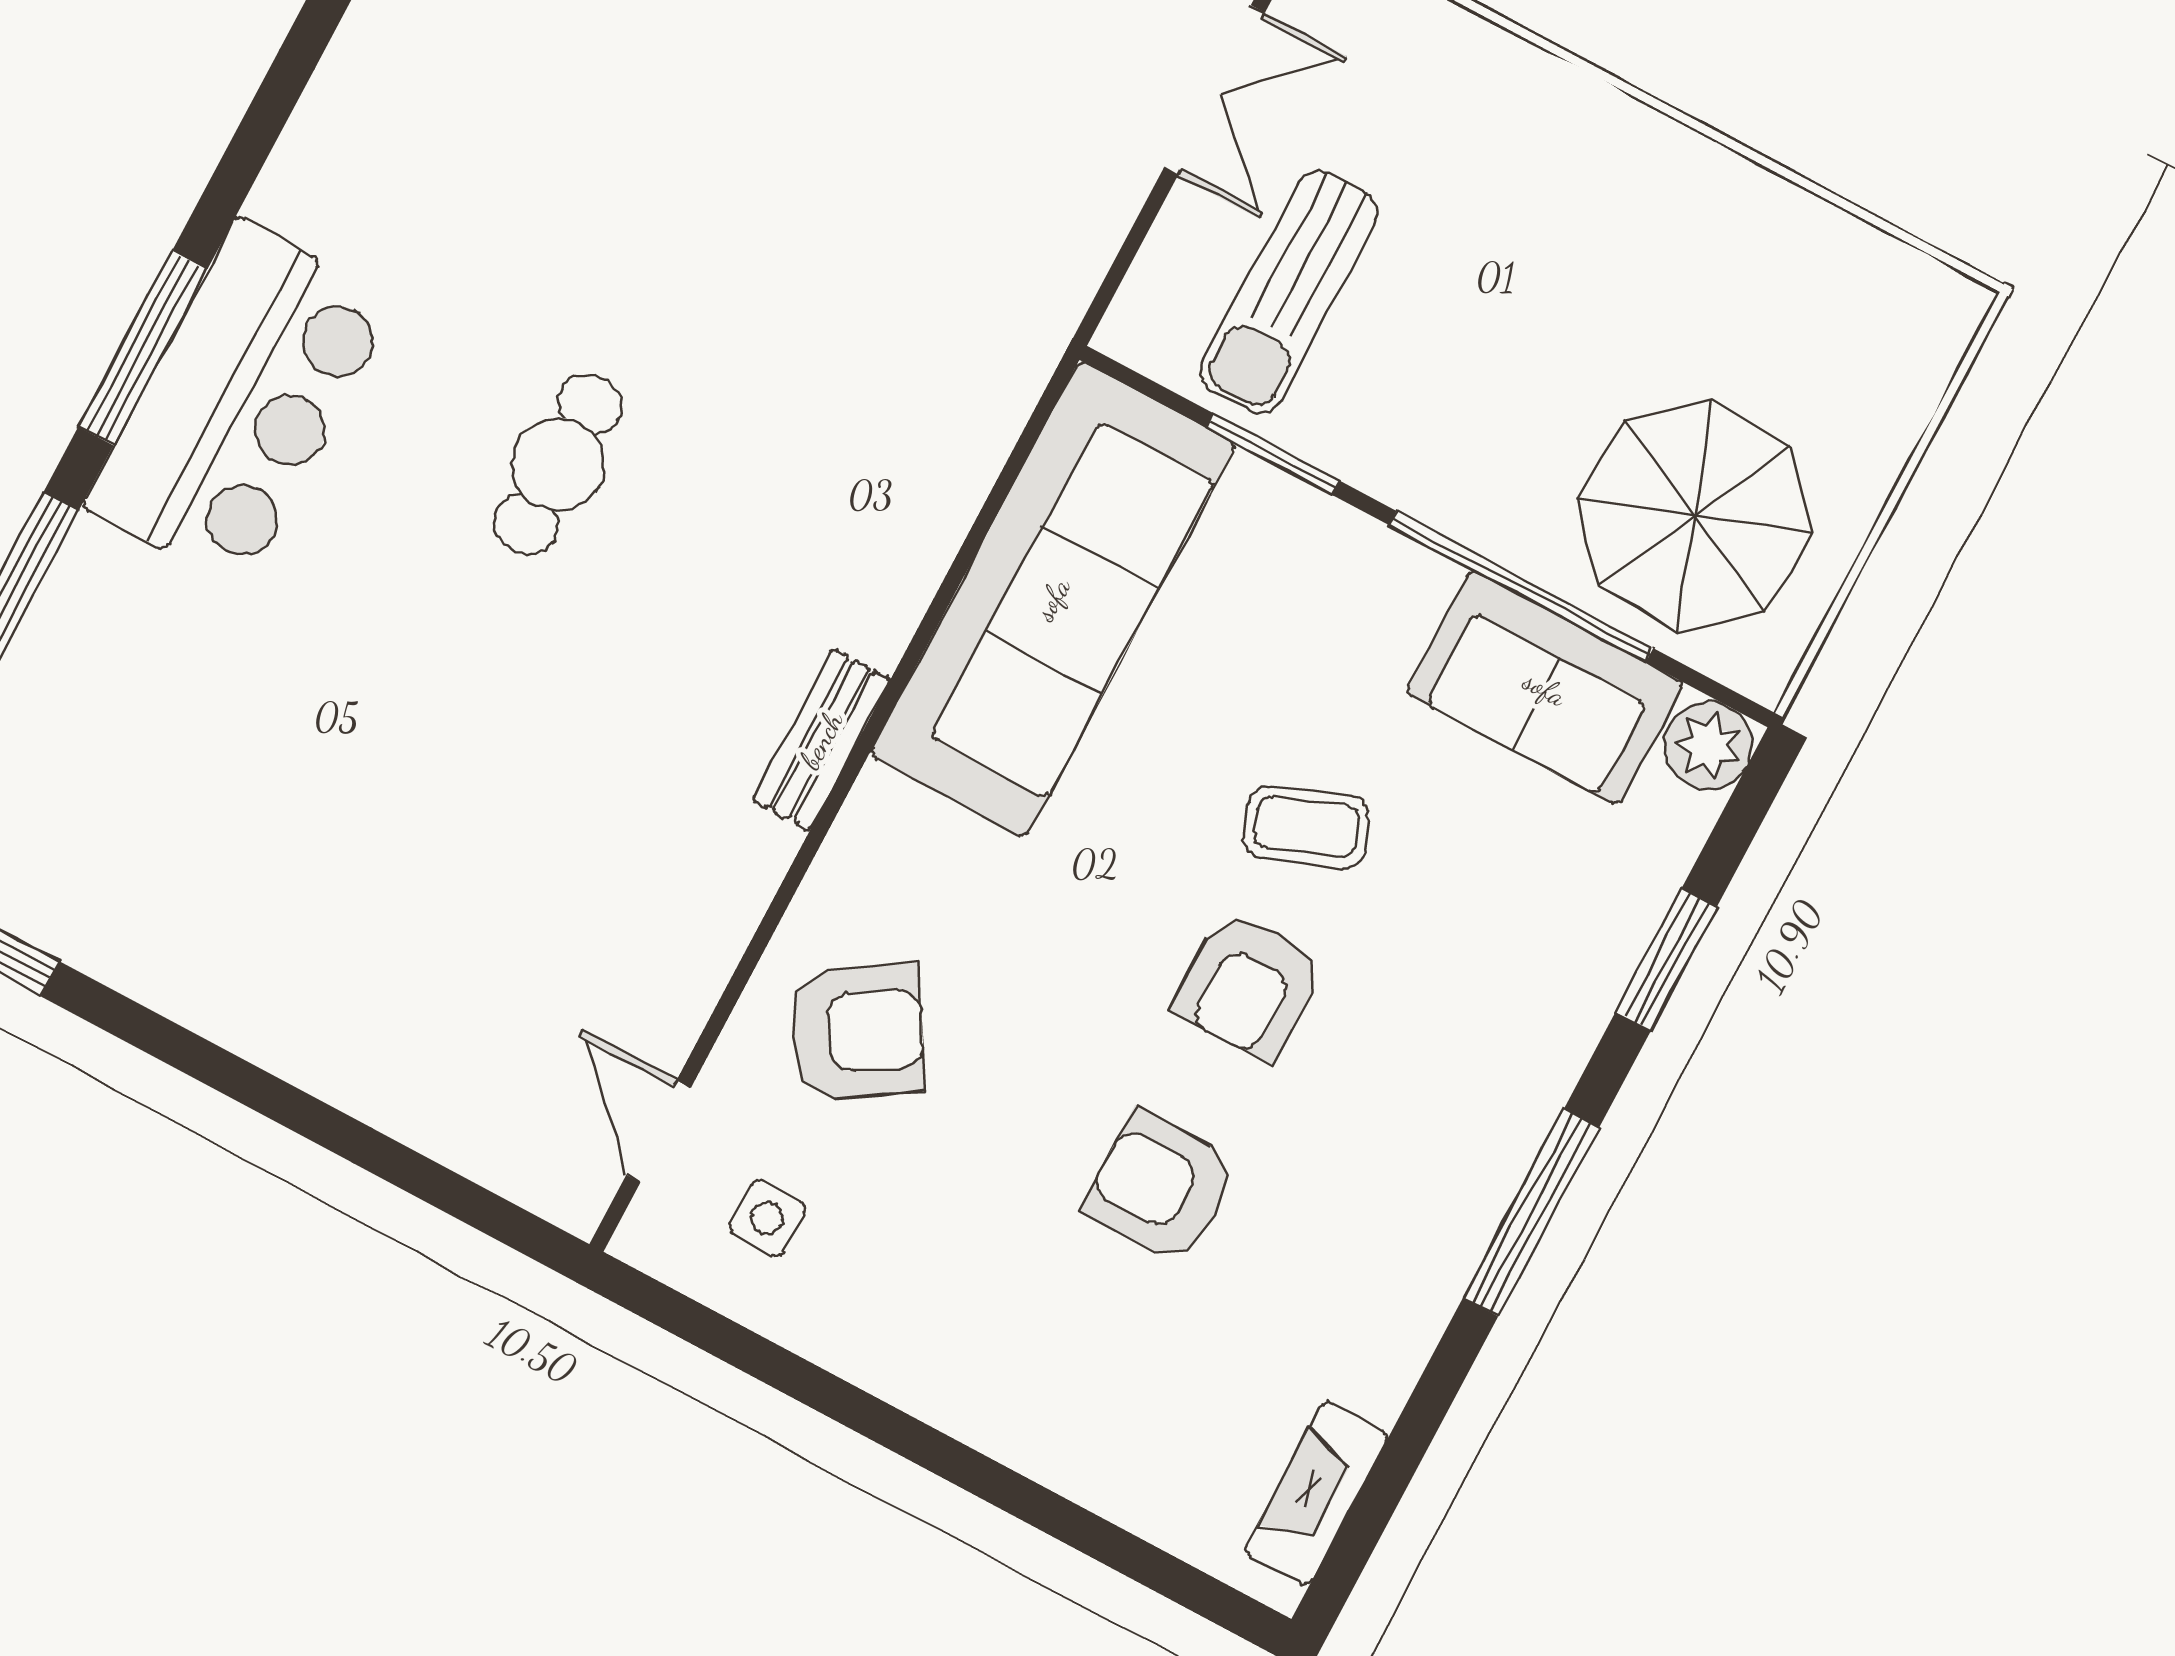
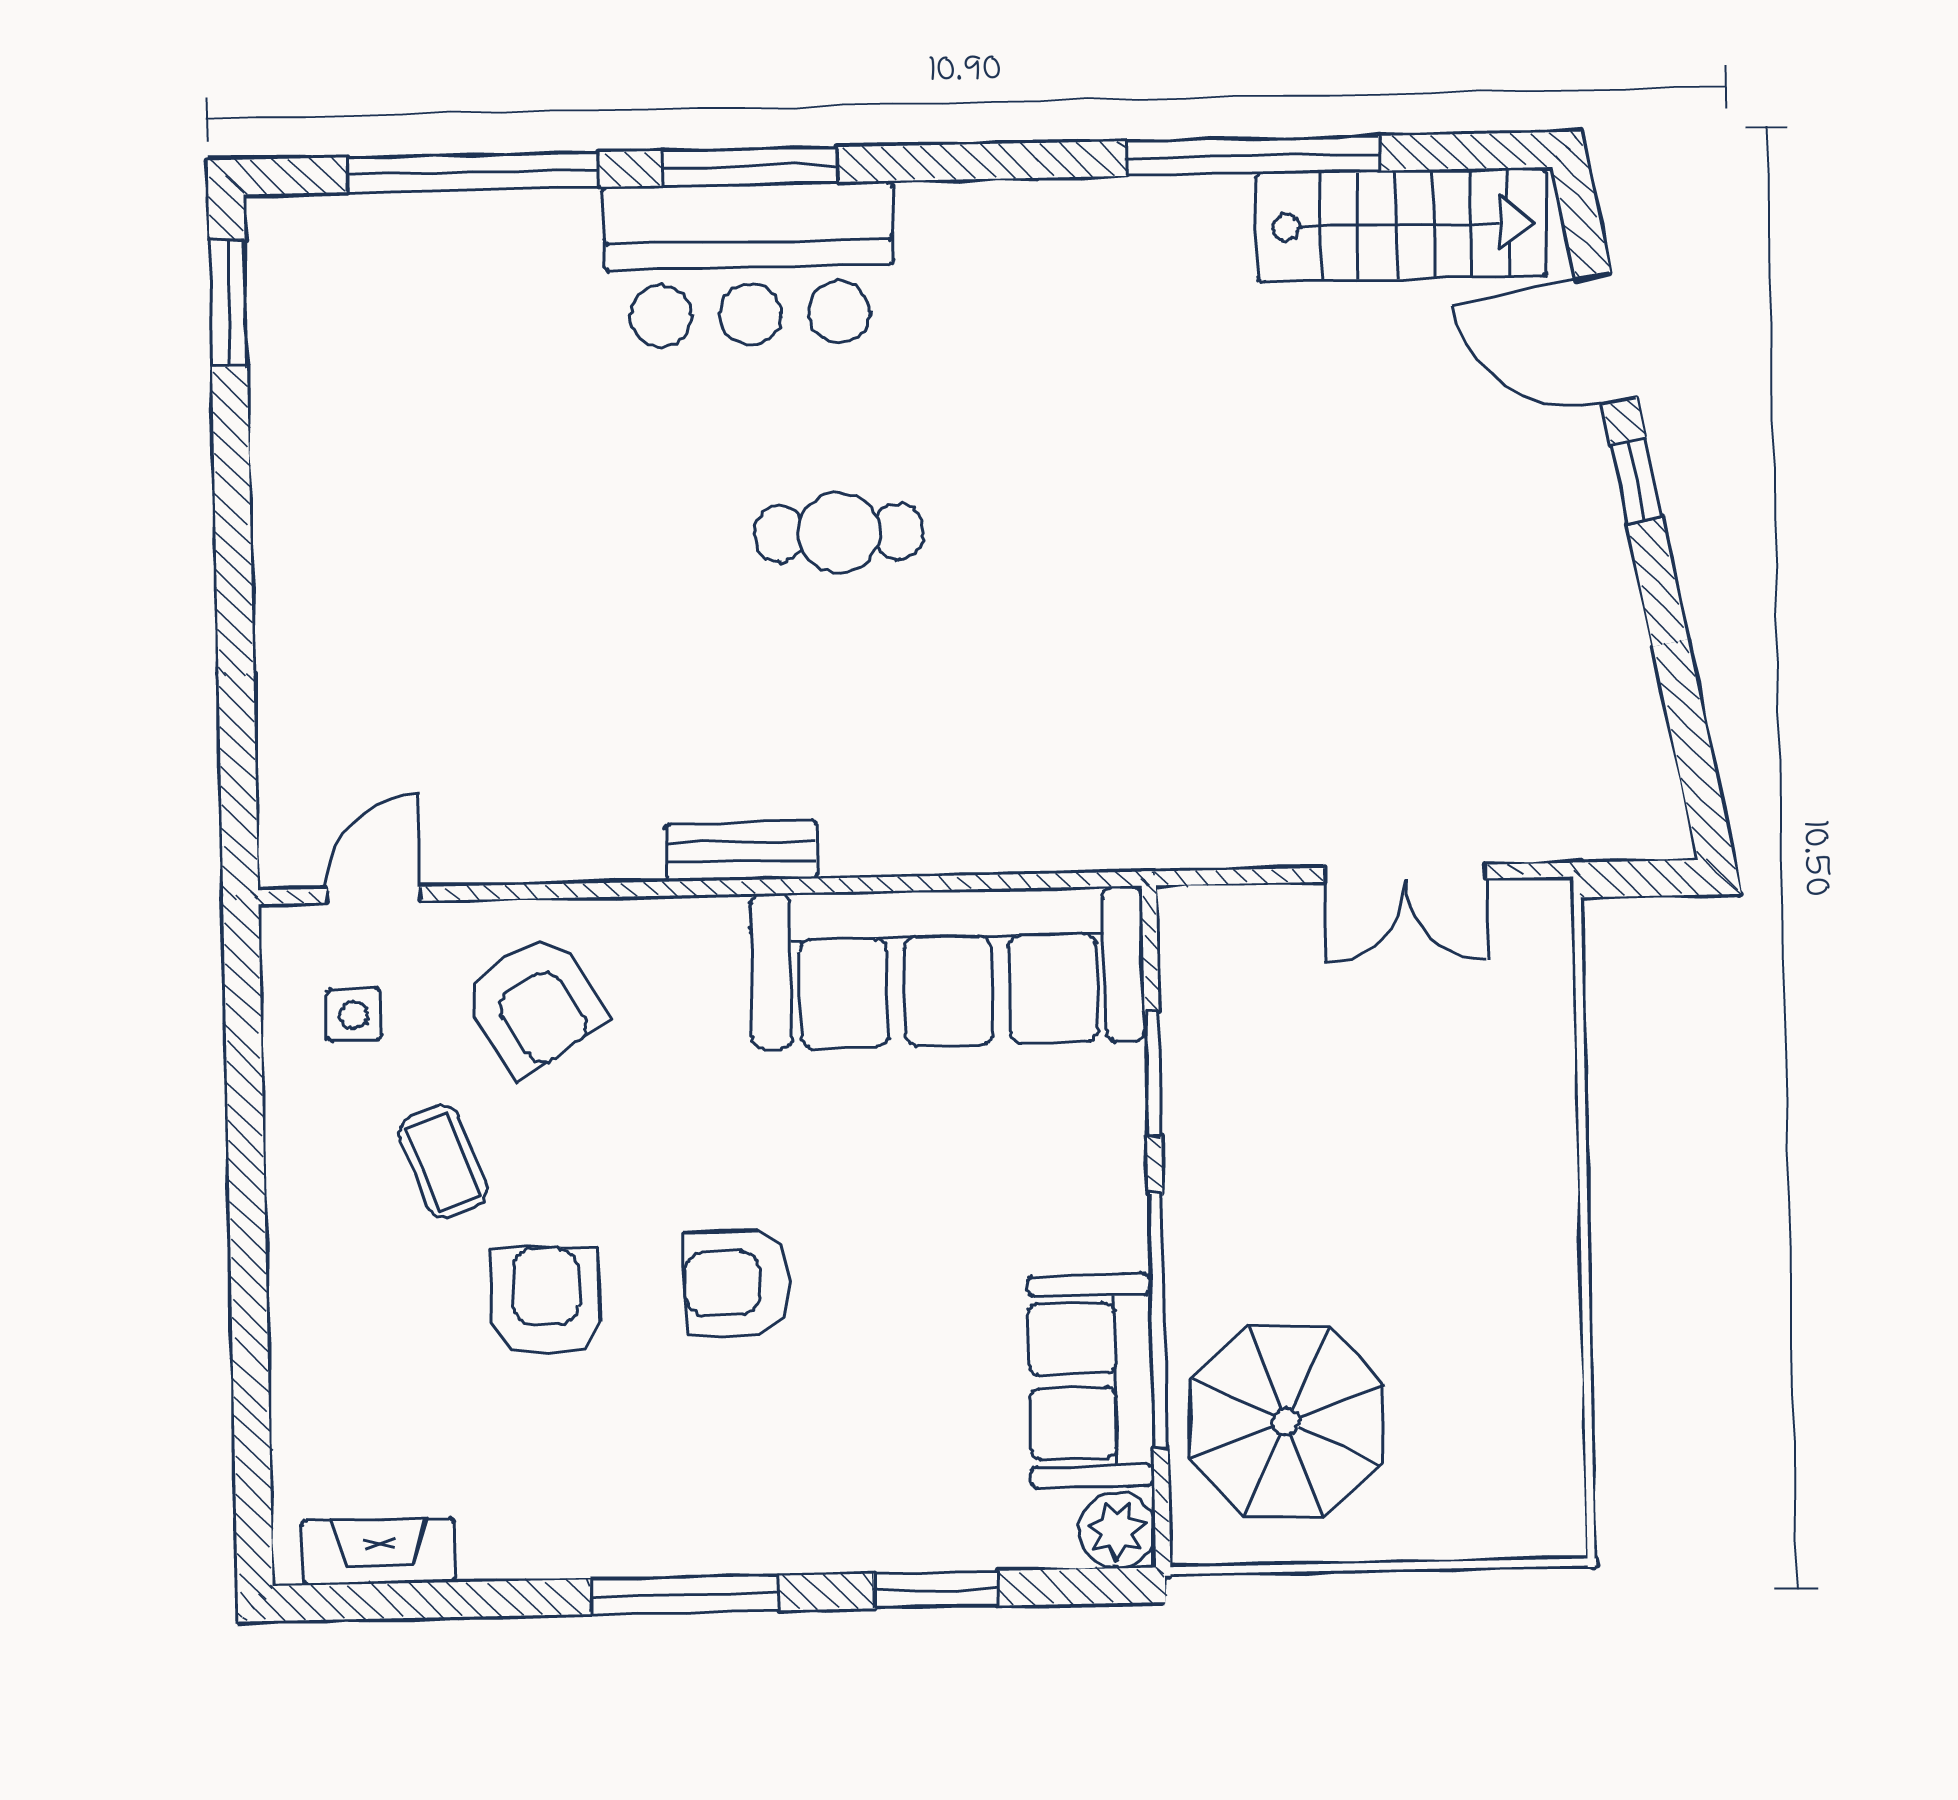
sun lounger: (1289, 292) -> (1283, 1017), removed
coffee table: (1306, 827) -> (443, 1162), moved

